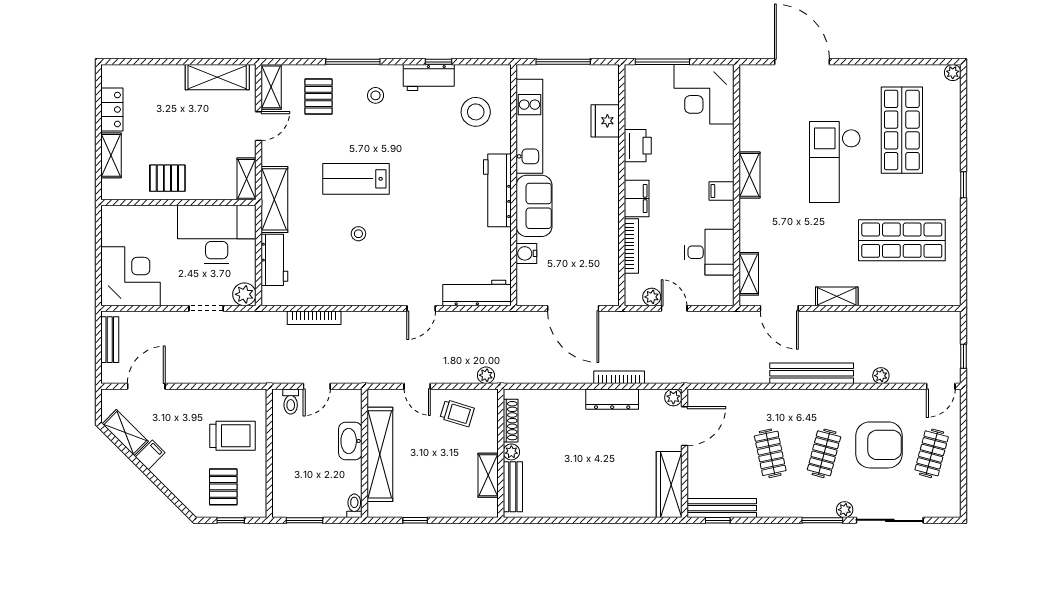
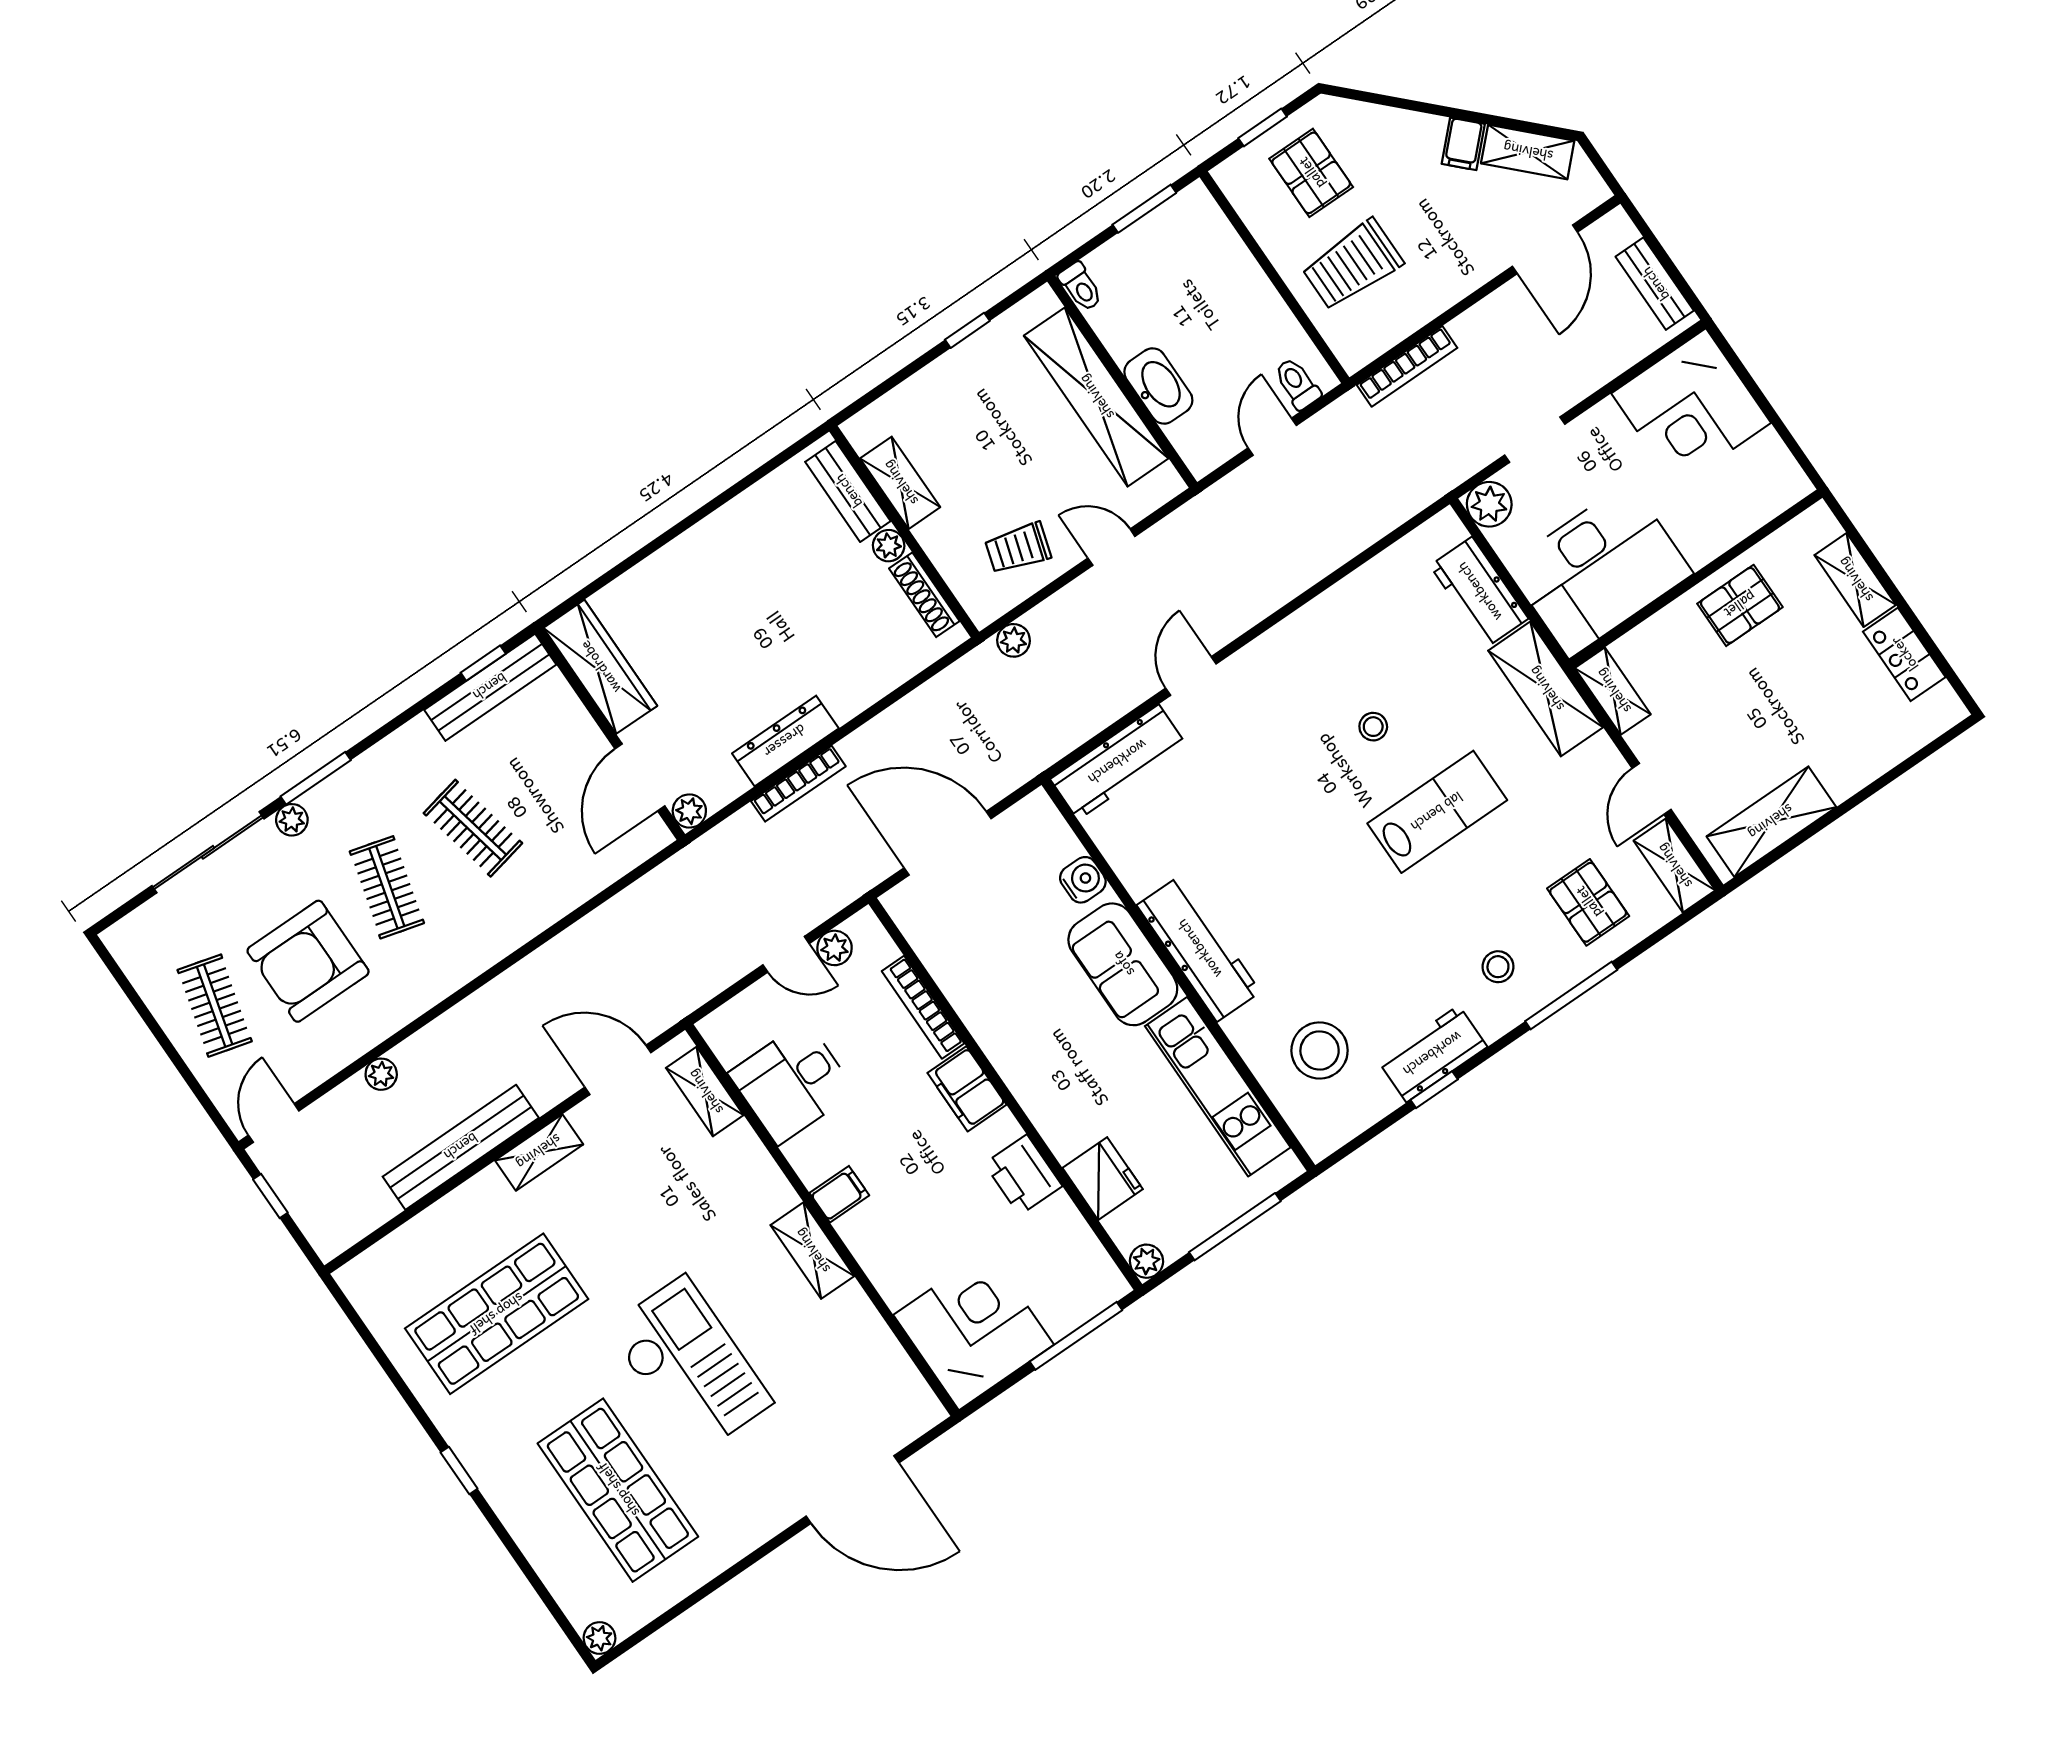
plant: (611, 73) -> (1146, 1261), added
bookcase: (314, 318) -> (1407, 366), moved, turned 180
bench: (812, 373) -> (461, 1147), moved

